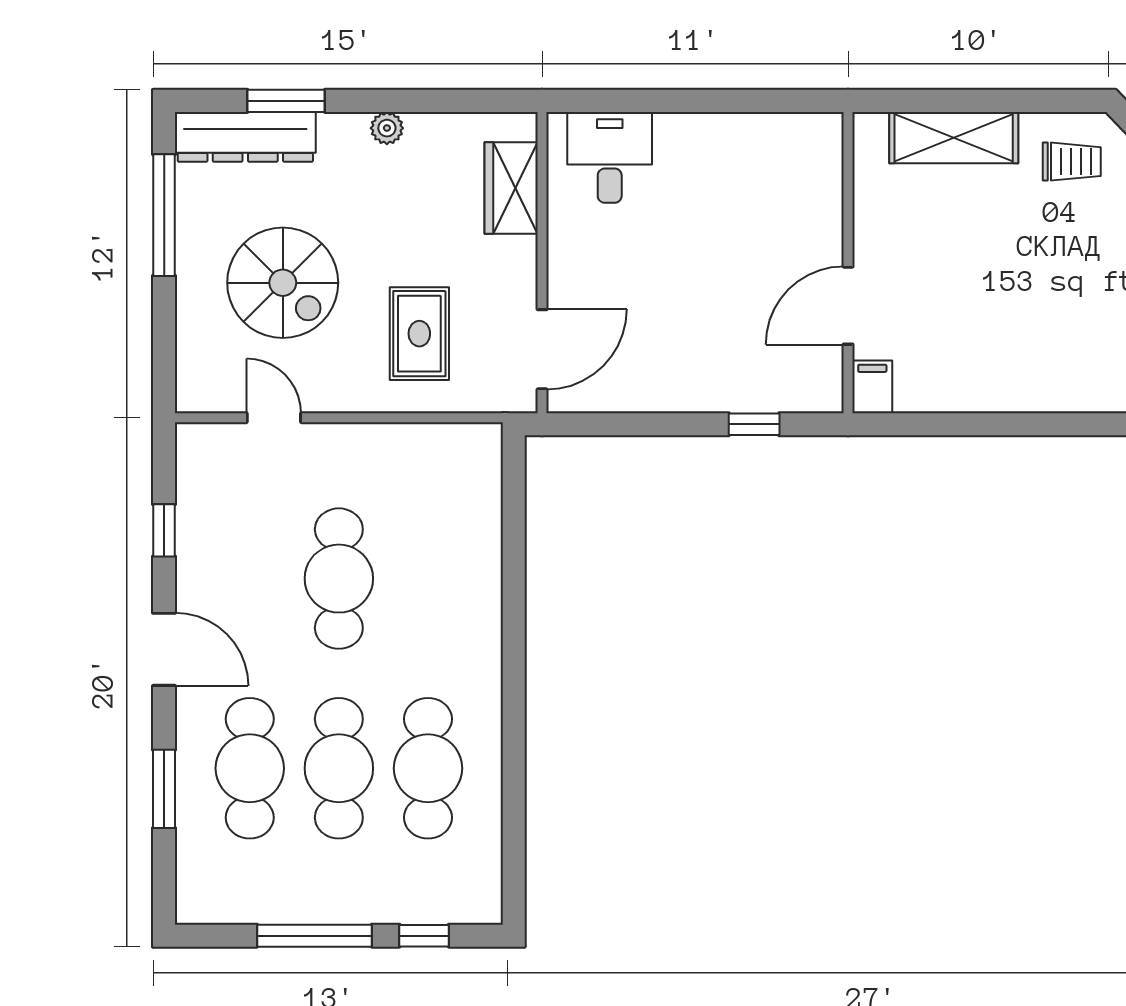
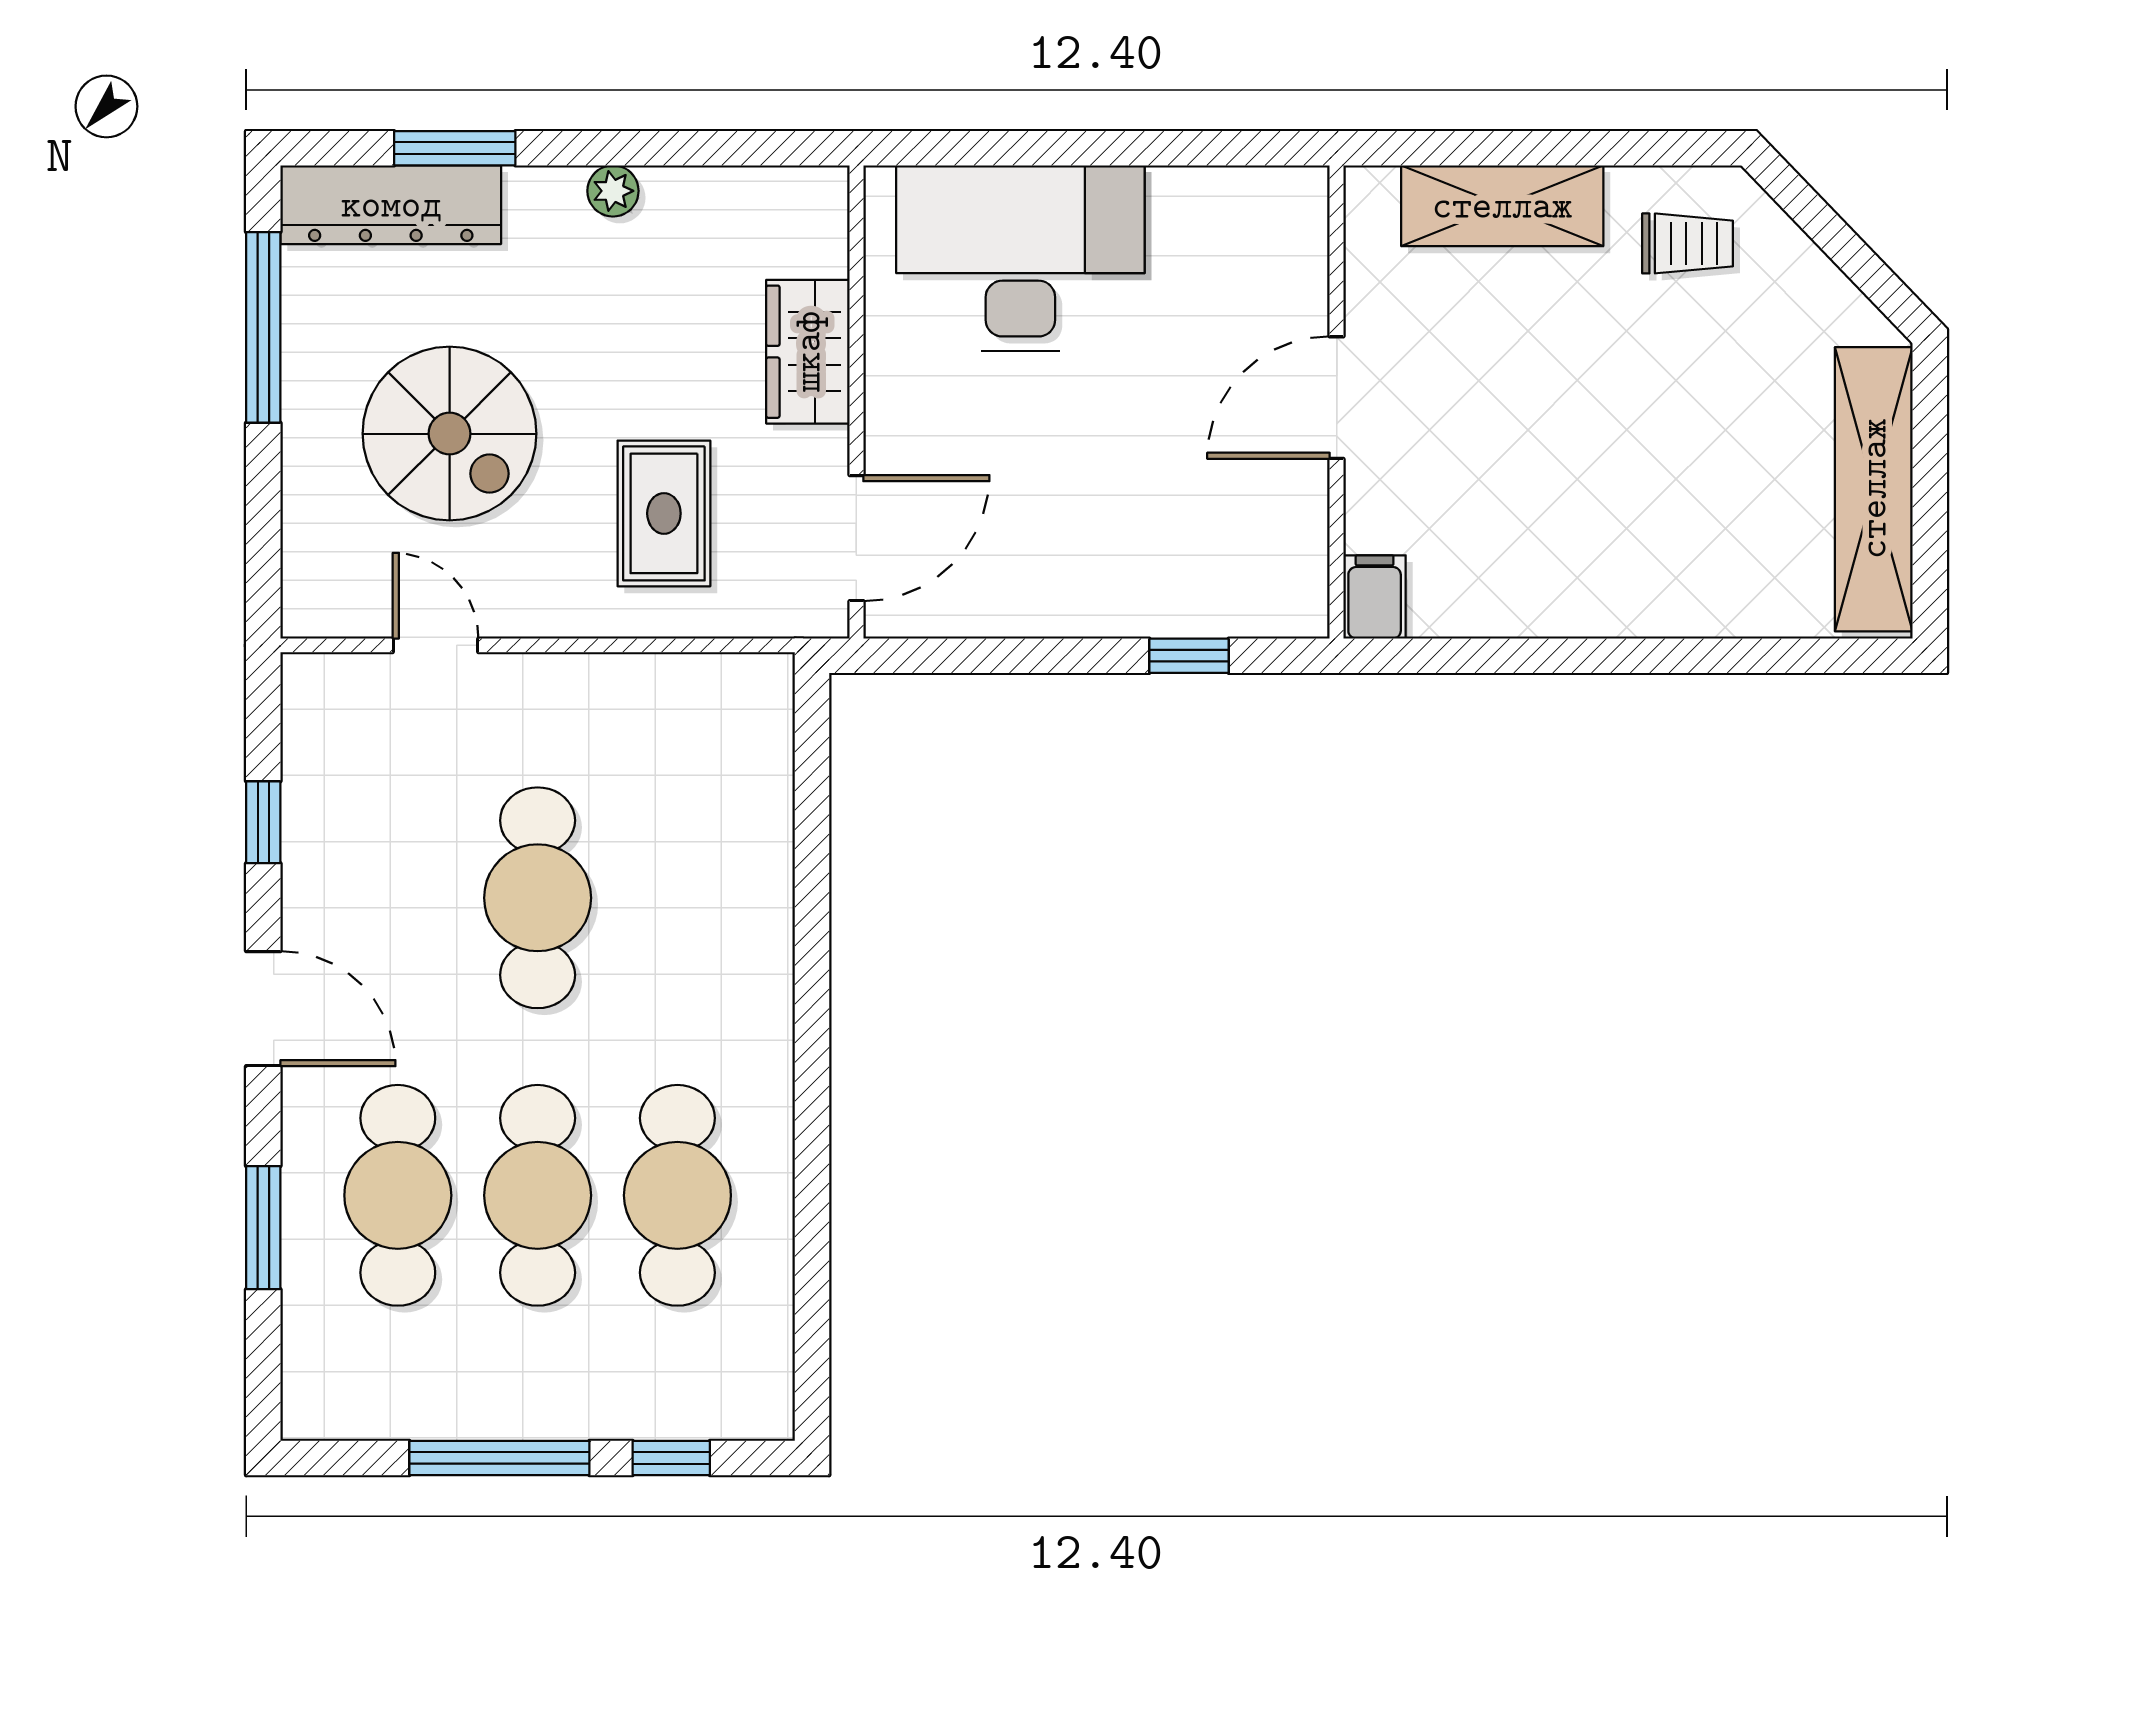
desk: (610, 157) -> (1020, 258), width x1.87, depth x1.30
wardrobe: (511, 188) -> (808, 352), moved
door: (848, 306) -> (1337, 398), moved

